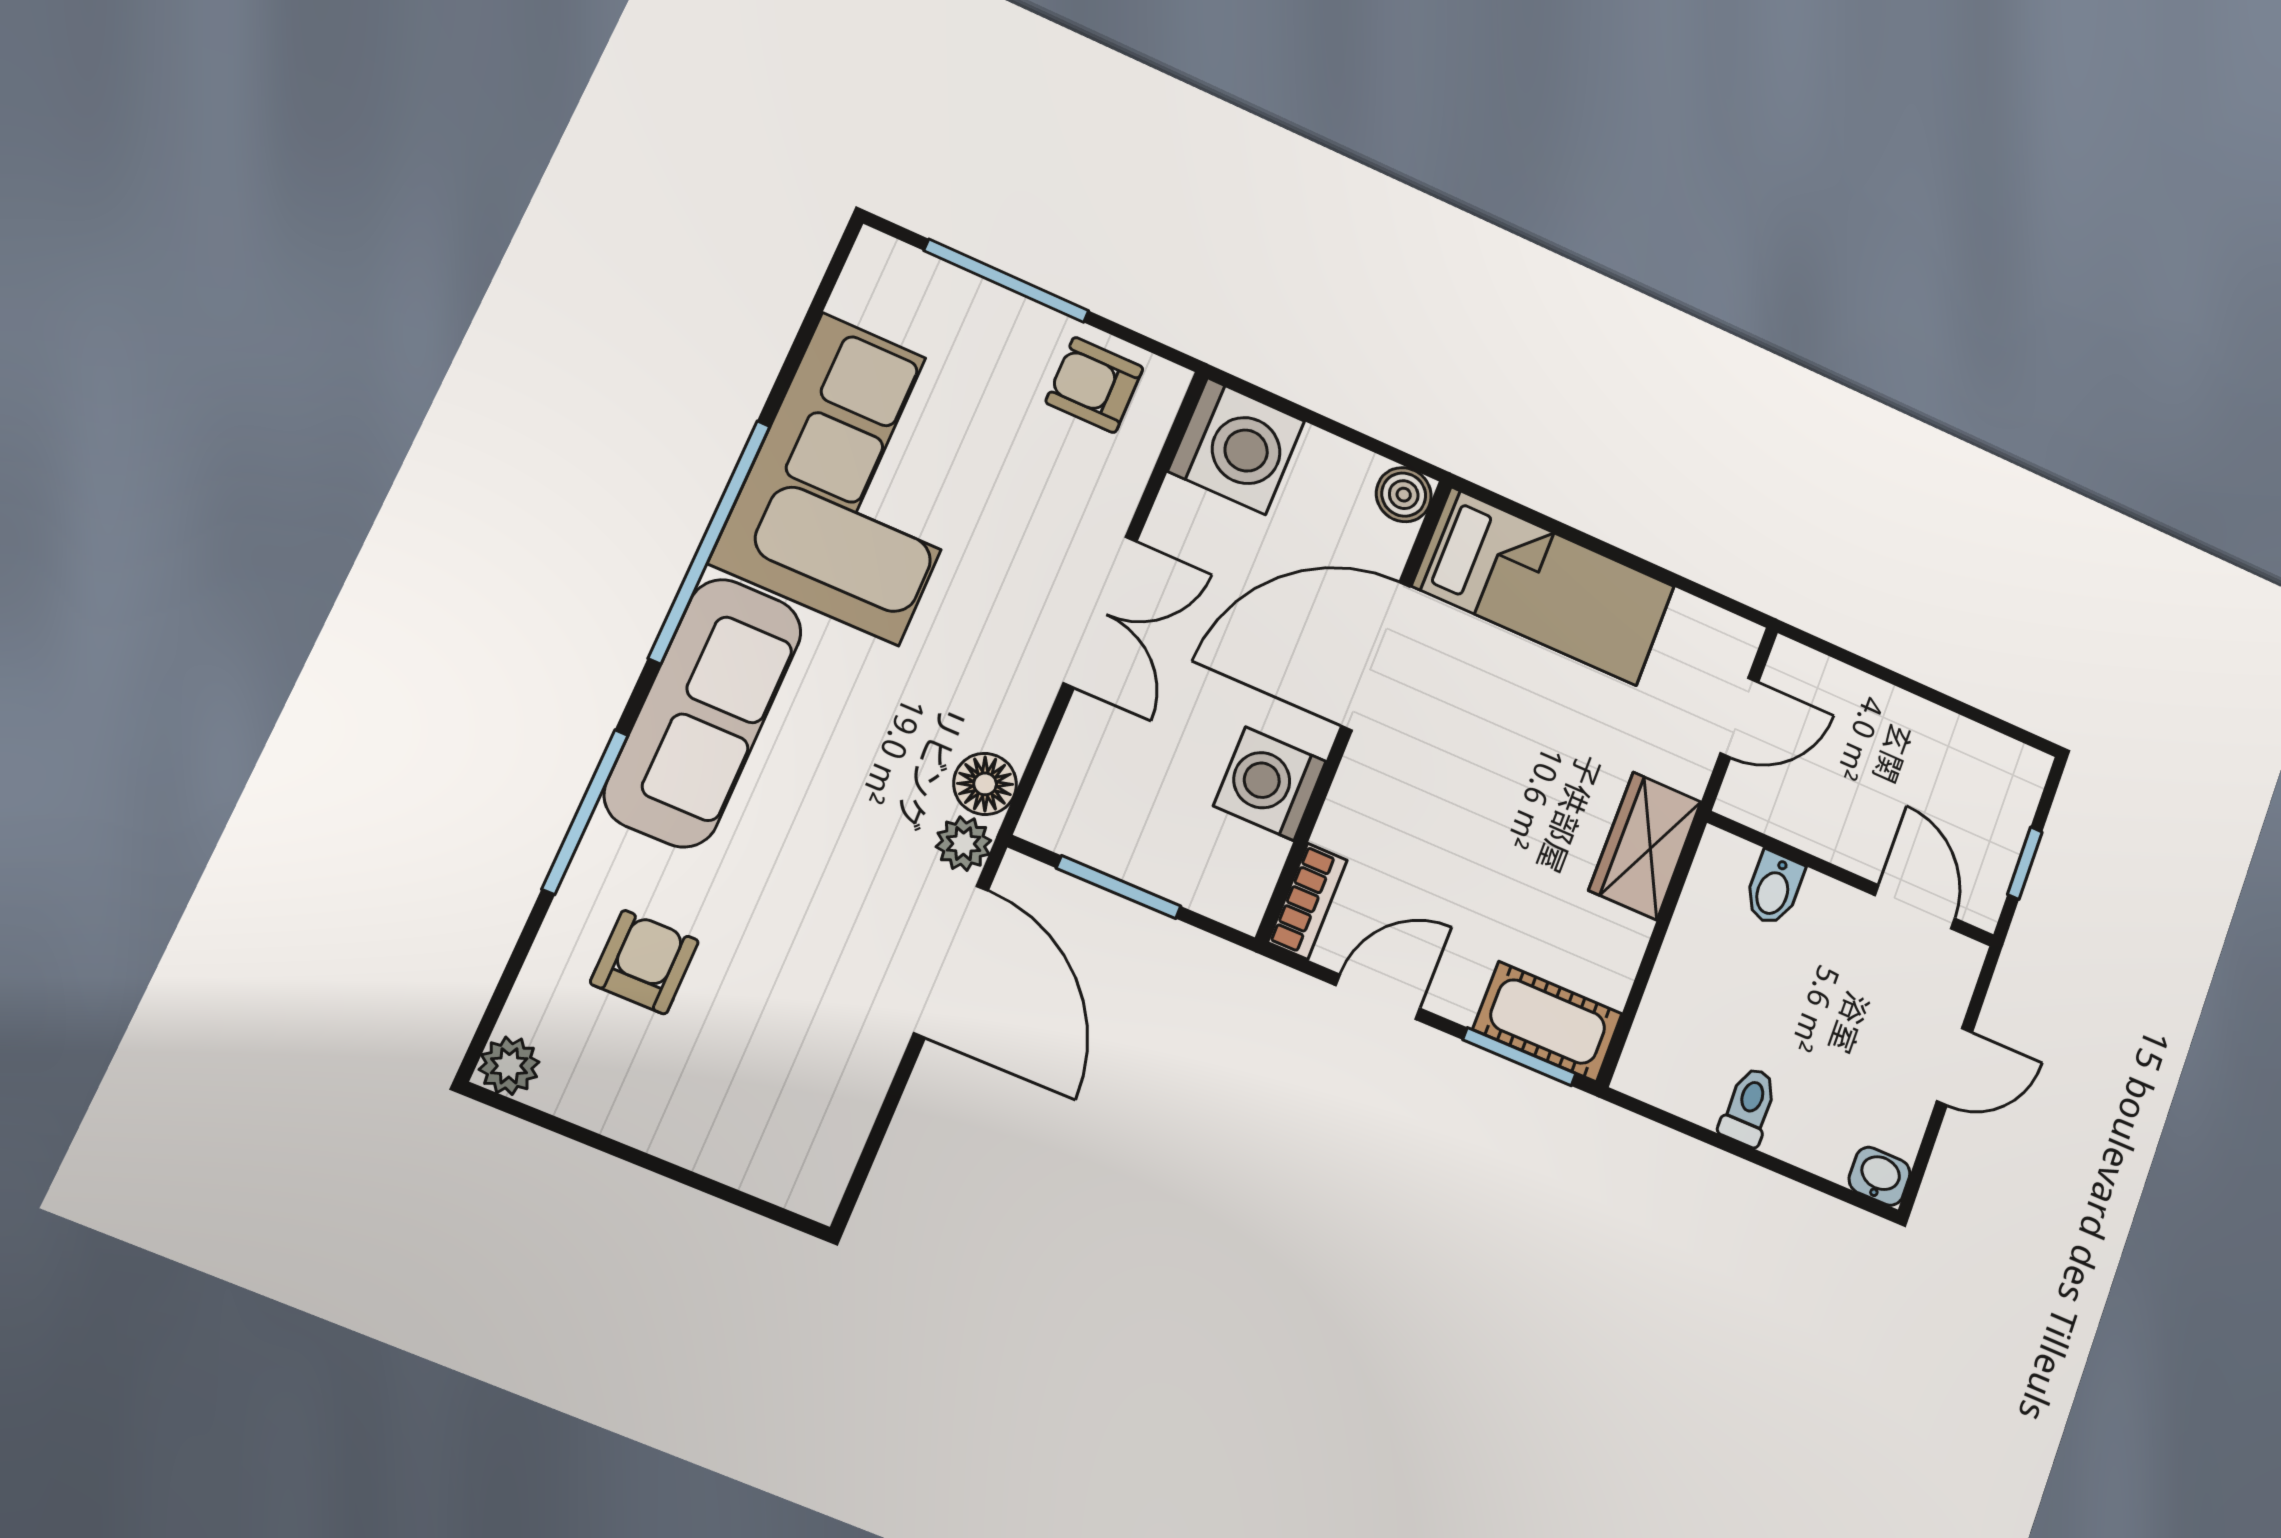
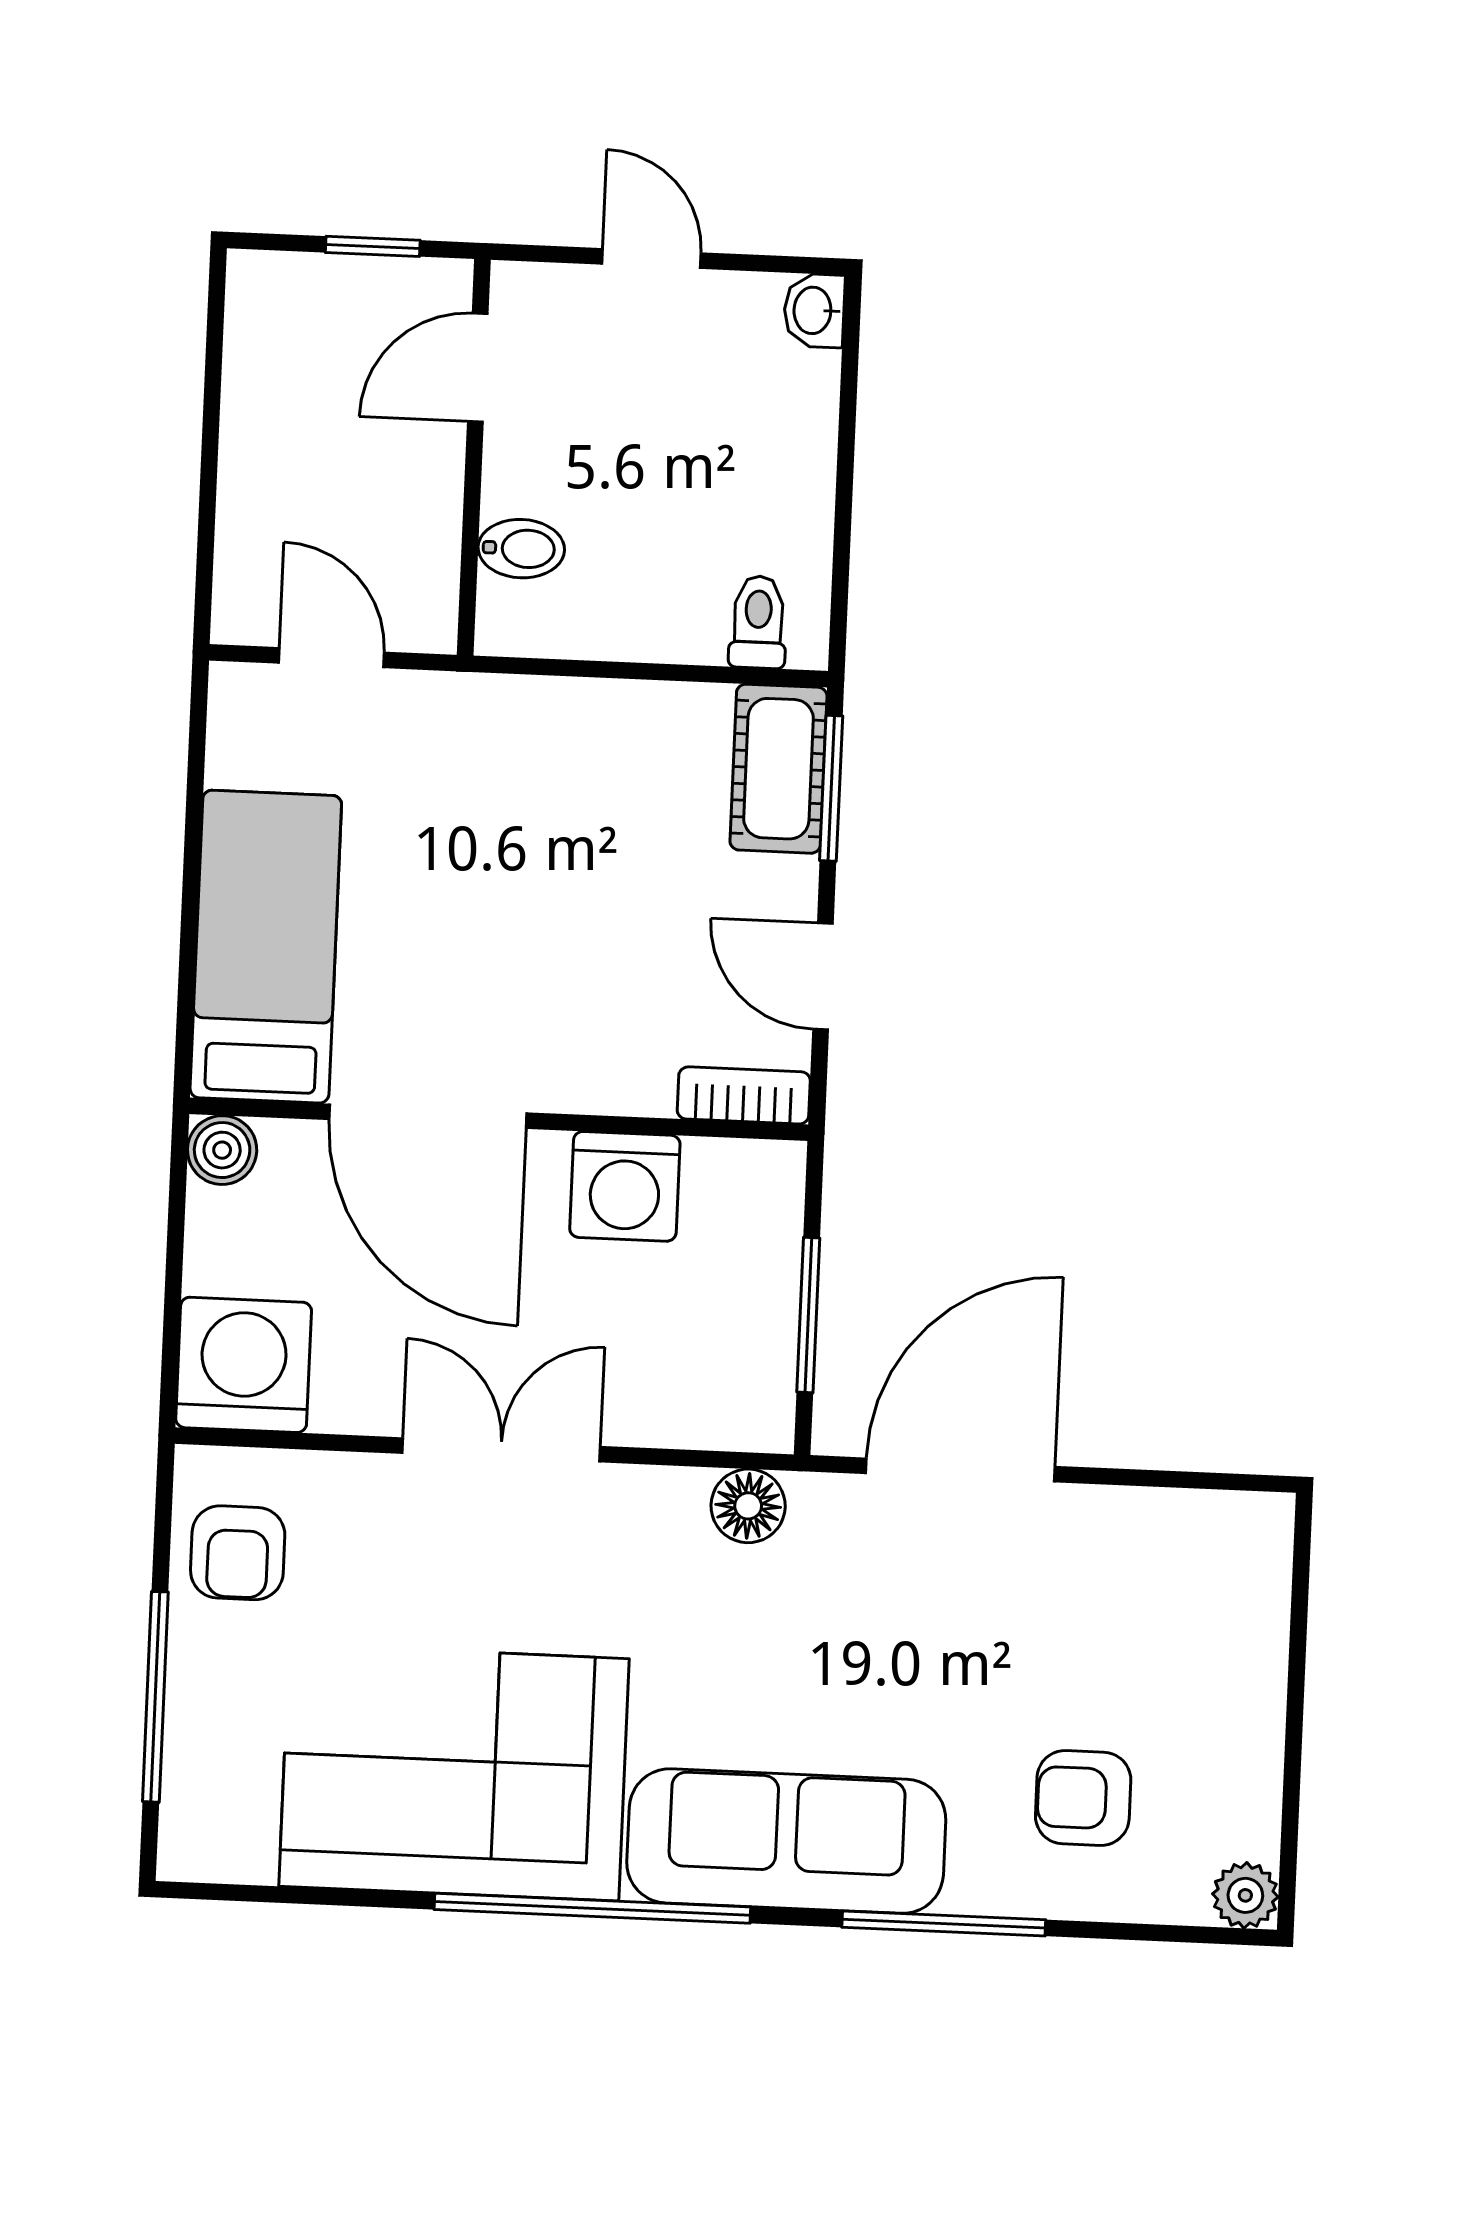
plant: (963, 844) -> (824, 1505), removed
wardrobe: (1645, 846) -> (530, 721), removed
toilet: (1749, 1106) -> (758, 622), moved, turned 90

